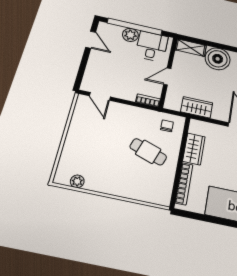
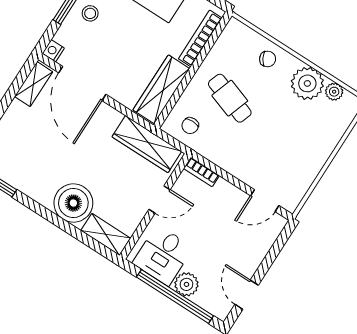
door: (100, 96) -> (265, 201), swing flipped
wardrobe: (197, 107) -> (147, 144), width x1.50
wardrobe: (194, 149) -> (161, 89), width x1.50
plant: (99, 180) -> (307, 83), added
chair: (133, 187) -> (268, 59), added

